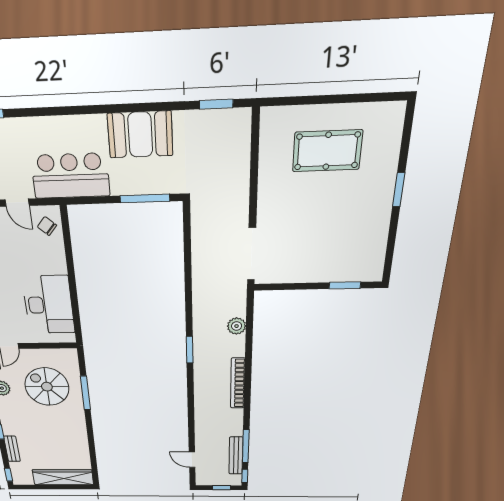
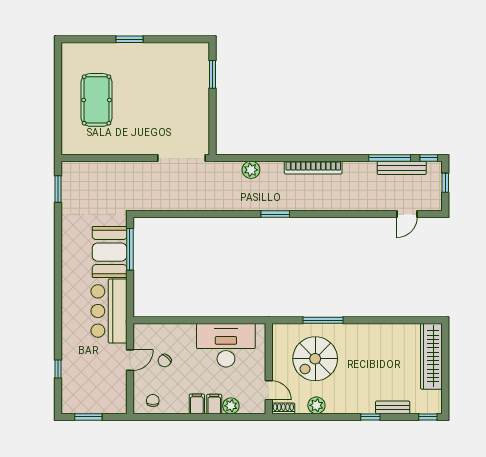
booth: (140, 135) -> (110, 252), moved
chair: (47, 226) -> (165, 361), moved

